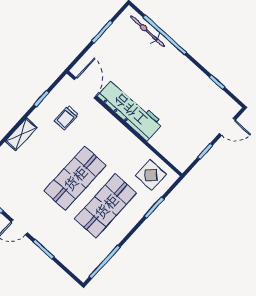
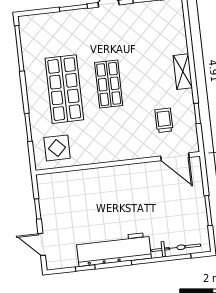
workbench: (130, 110) -> (114, 249), moved, turned 180
door: (227, 127) -> (42, 244), hinge flipped
shop shelf: (75, 178) -> (109, 84), width x0.70, depth x0.74

